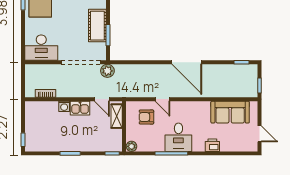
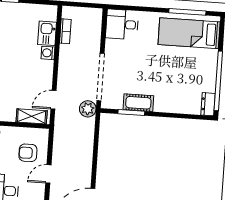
cot: (97, 26) -> (138, 103), width x0.73, depth x0.75
desk: (41, 48) -> (122, 24), width x0.73
kitchen sink: (80, 108) -> (47, 33), moved
armchair: (146, 117) -> (28, 153), turned -91

